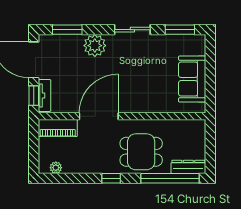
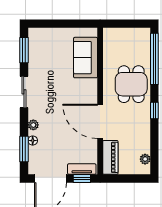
floor lamp: (77, 40) -> (33, 141), added
plant: (95, 46) -> (33, 125), width x0.53, depth x0.53
sofa: (192, 79) -> (86, 58), moved, turned 90
dresser: (188, 167) -> (144, 43), removed

